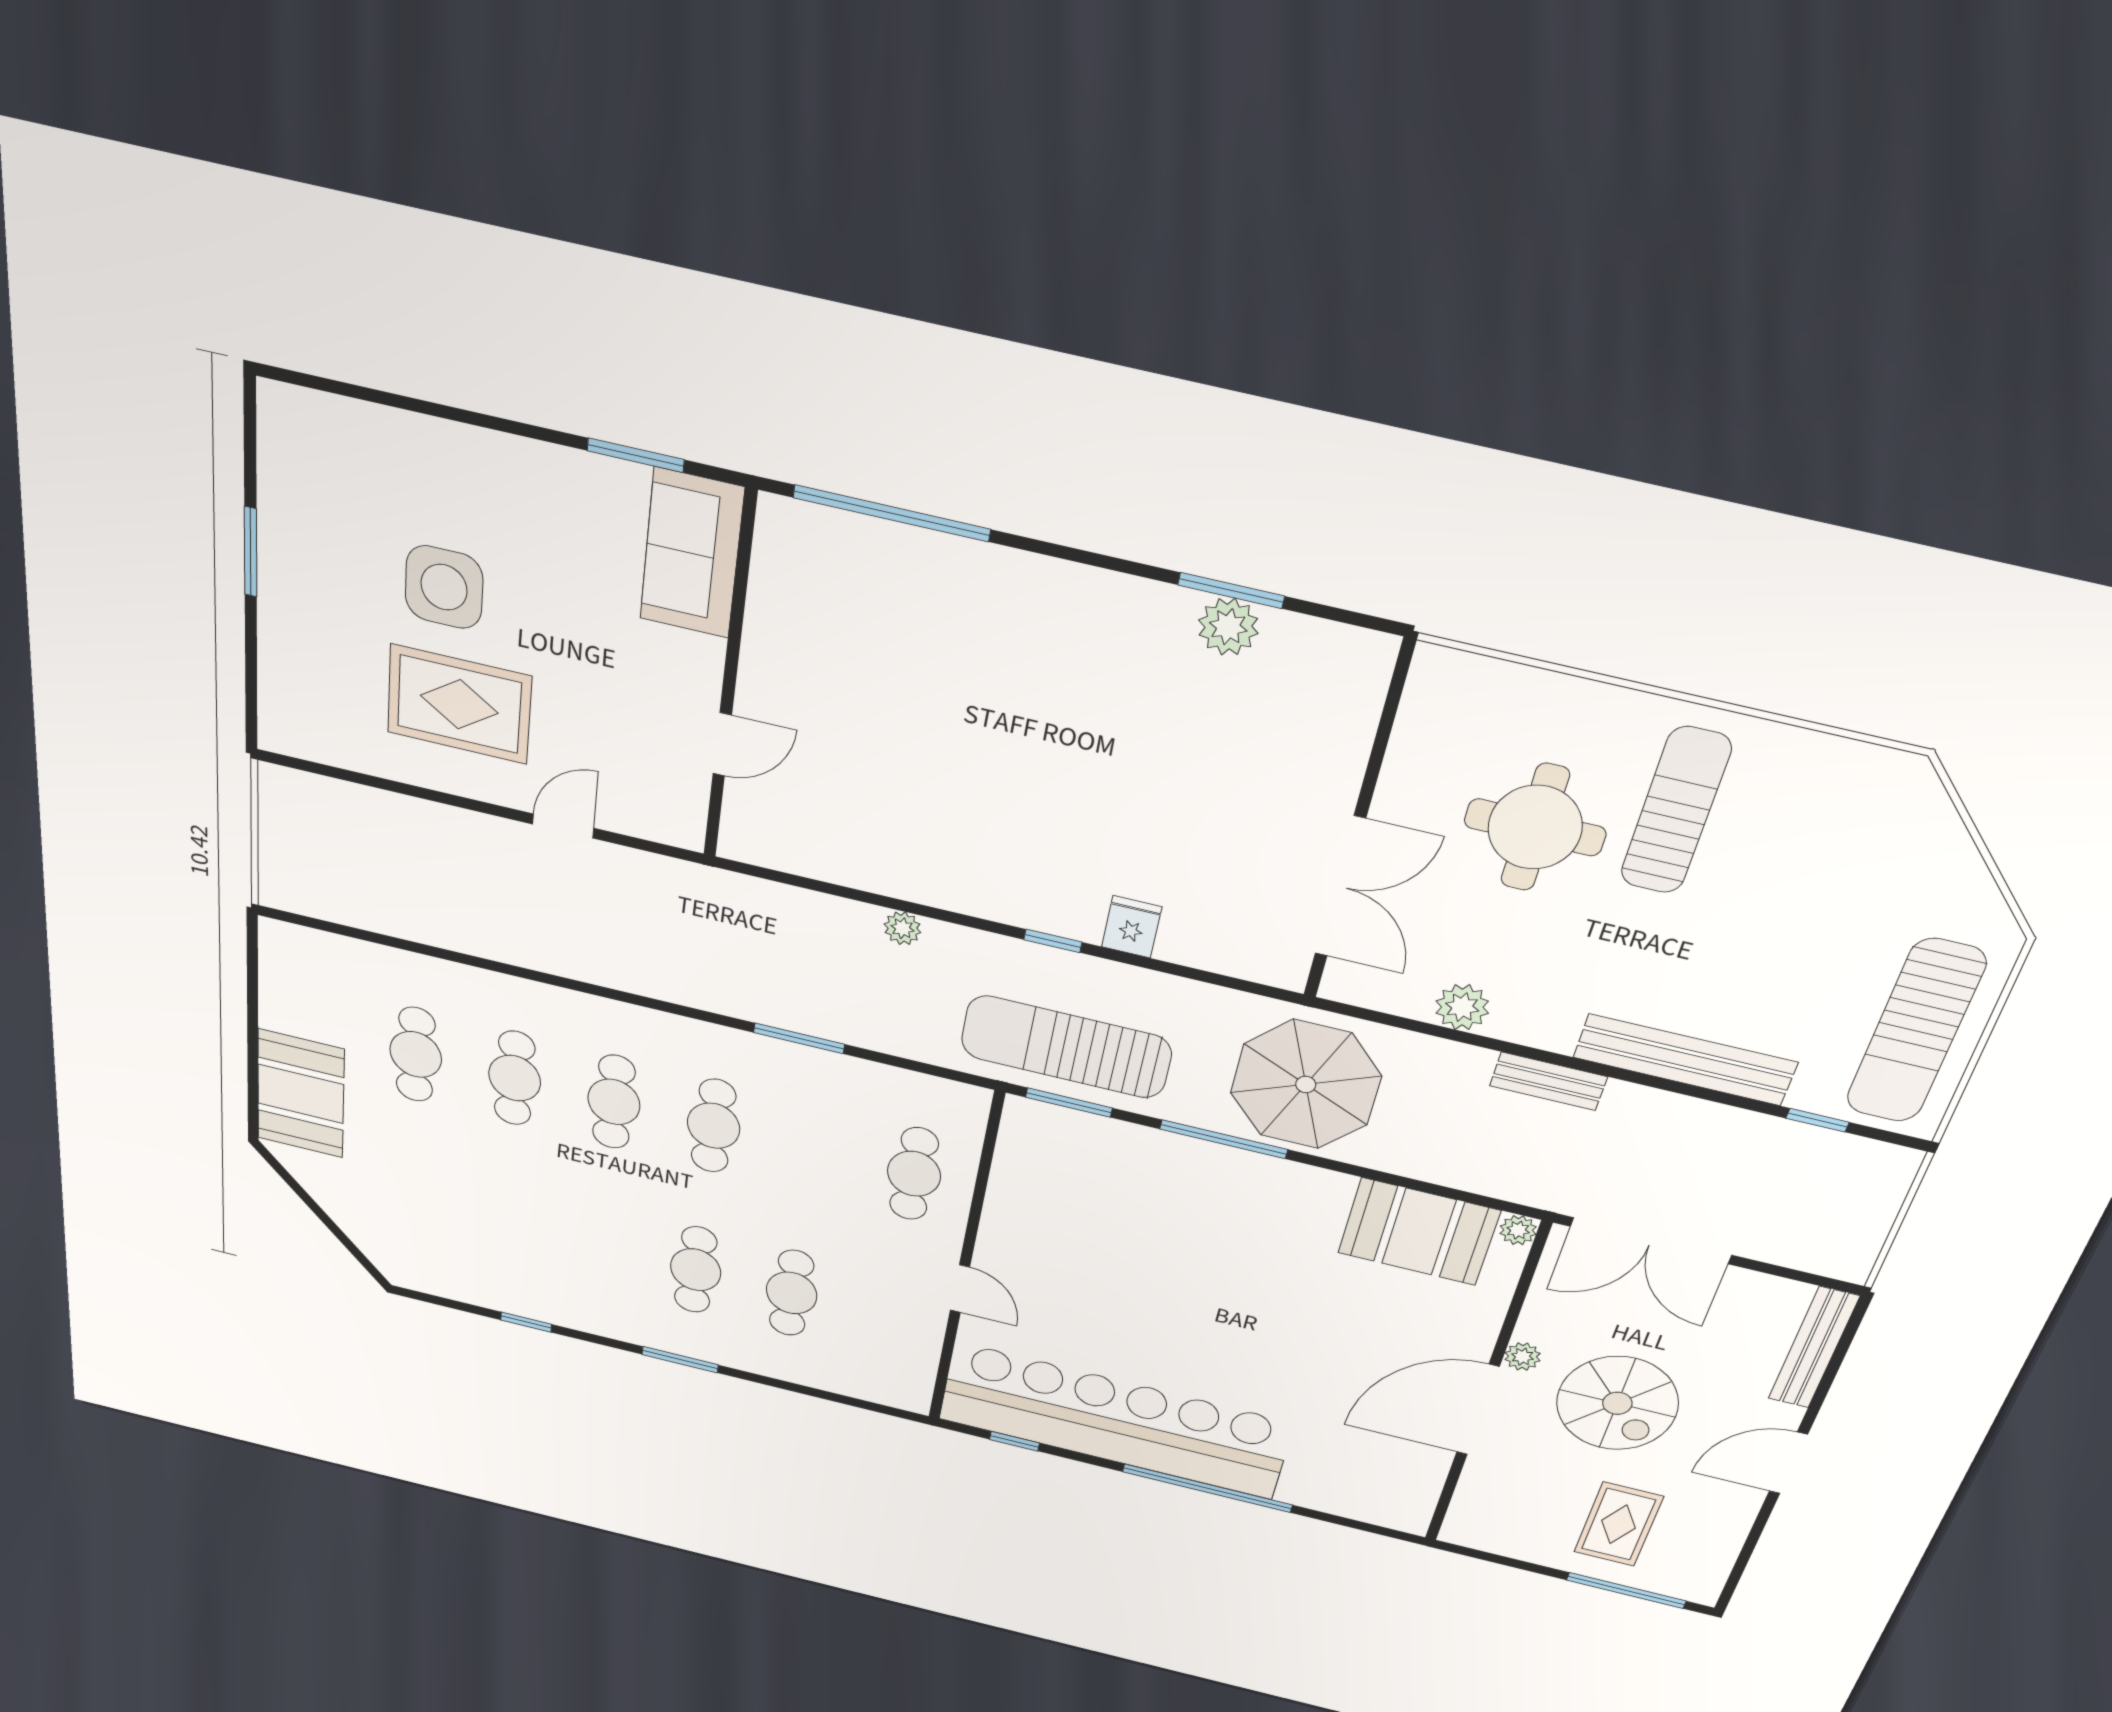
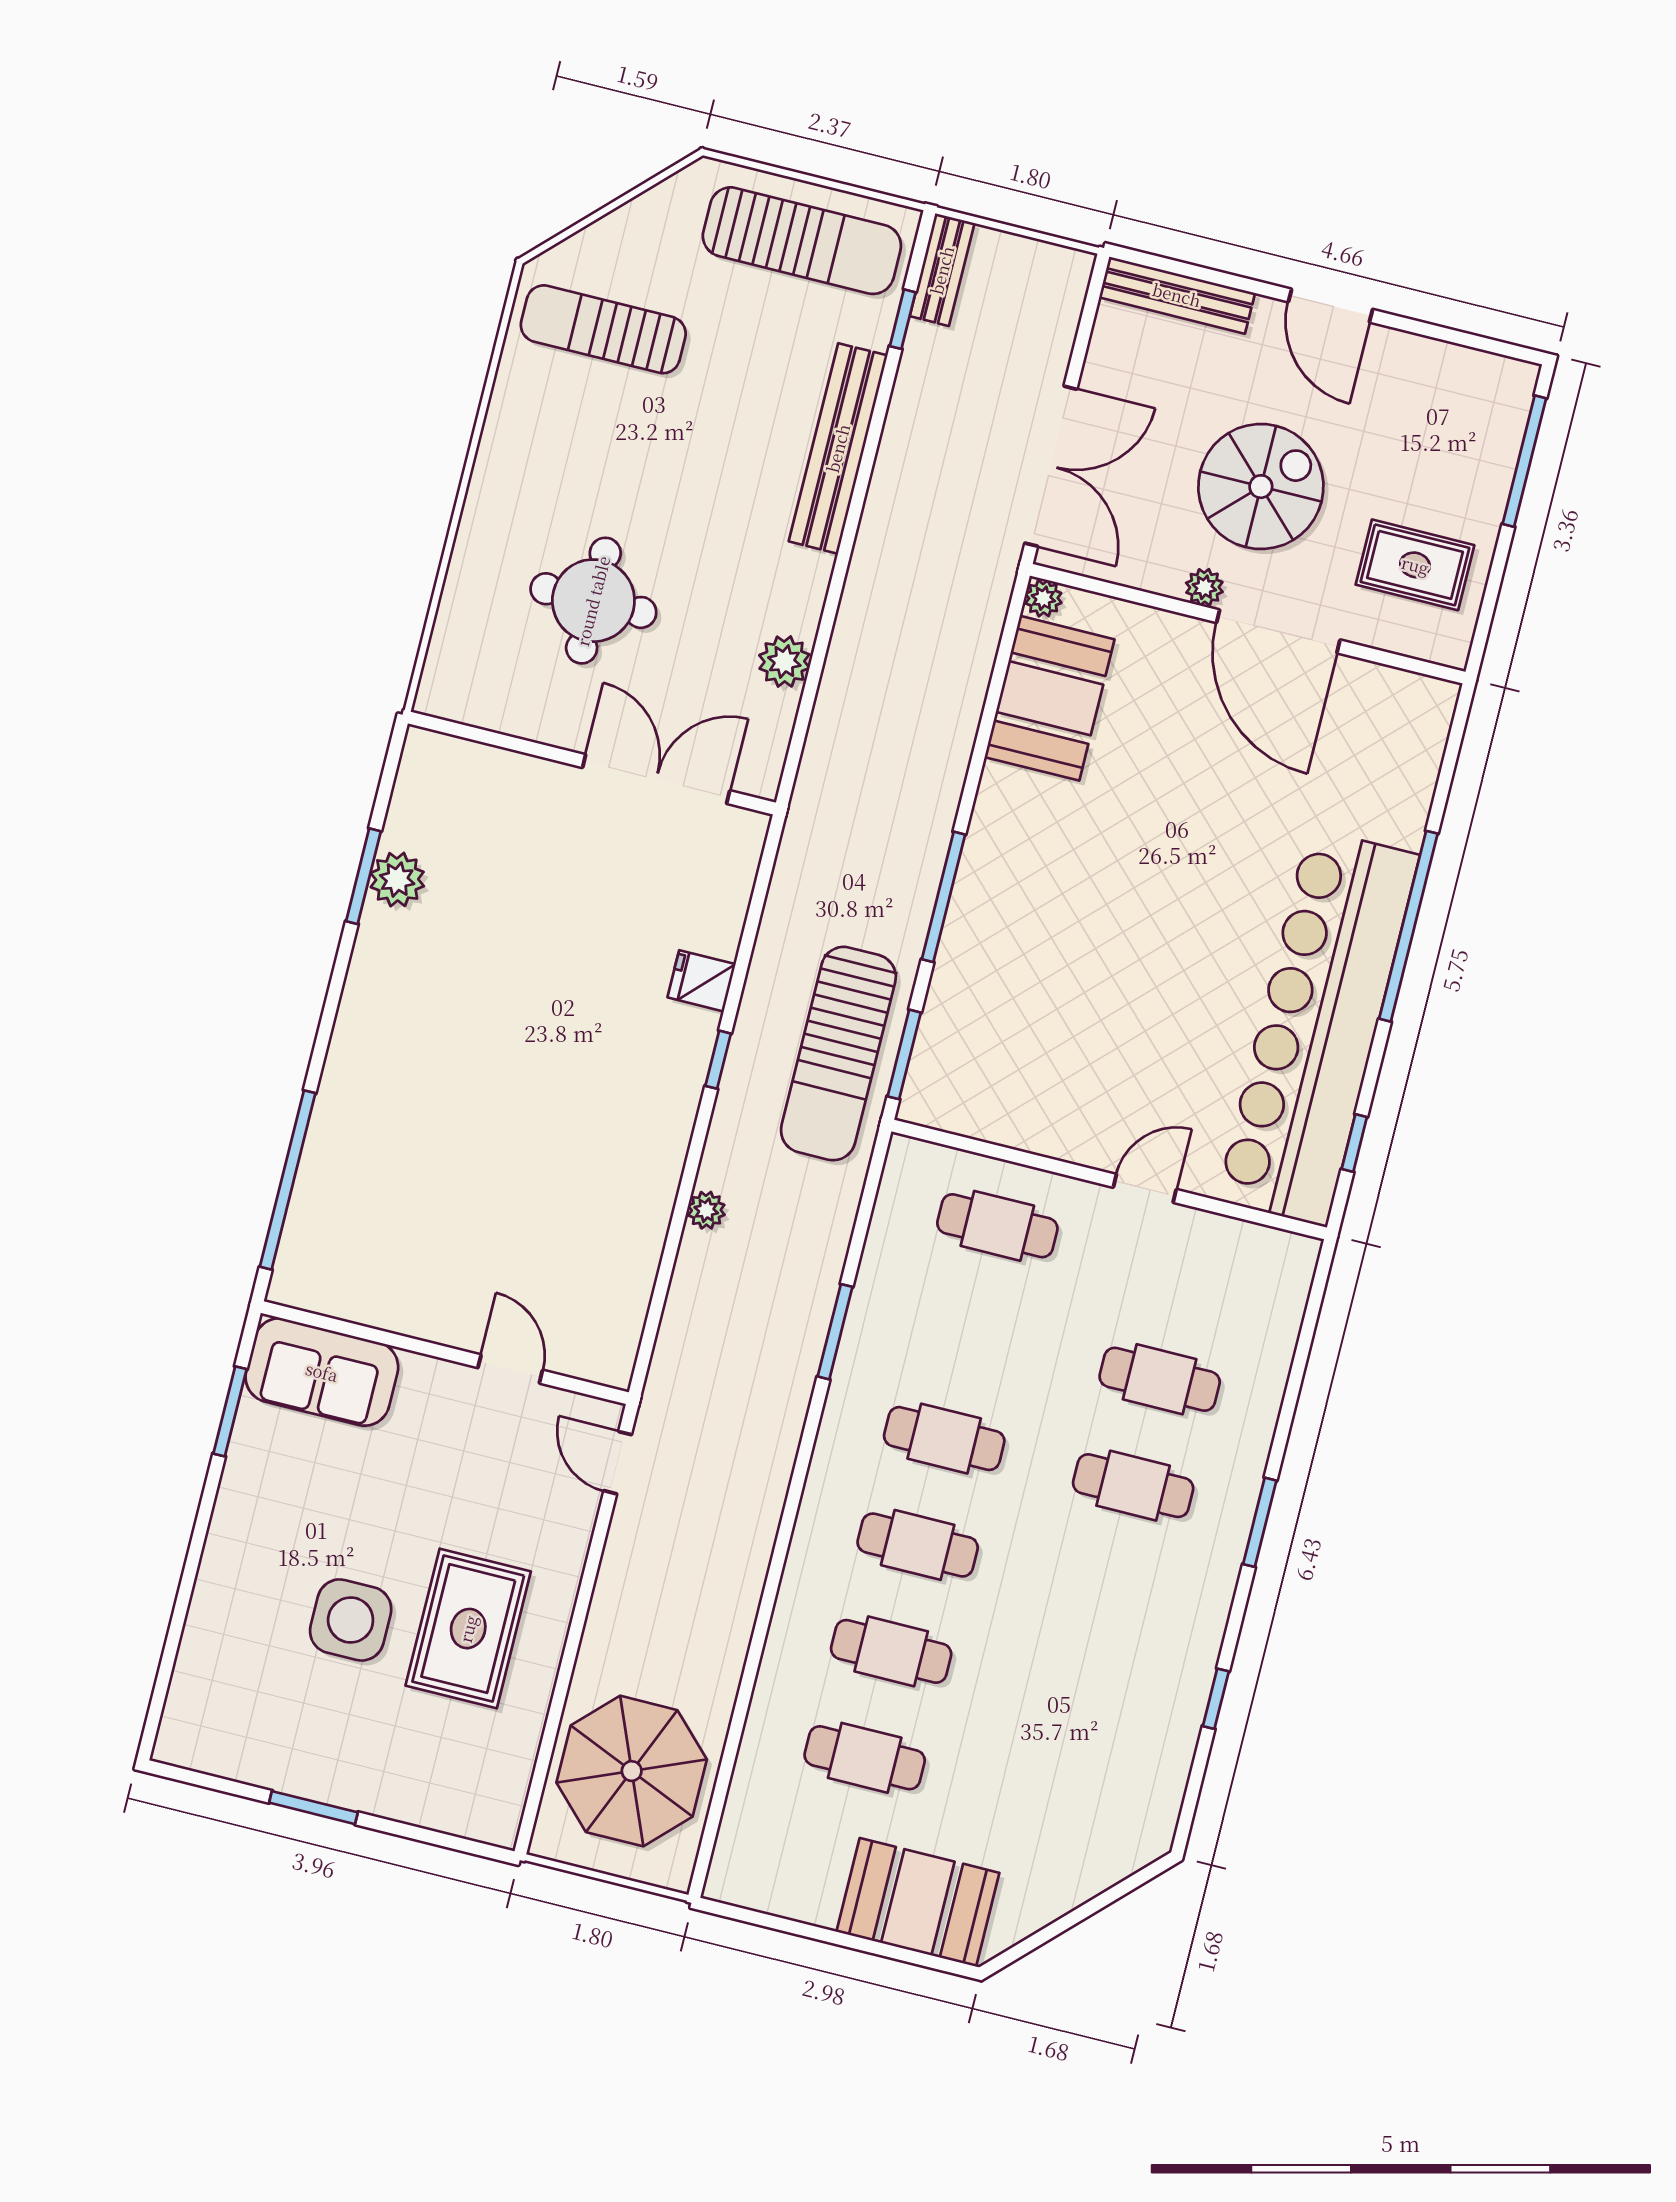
sun lounger: (1676, 811) -> (603, 329), moved
door: (563, 826) -> (618, 1463), moved
bench: (1548, 1081) -> (942, 270), moved
parasol: (1306, 1084) -> (632, 1771), moved
rug: (1619, 1524) -> (1415, 565), moved

